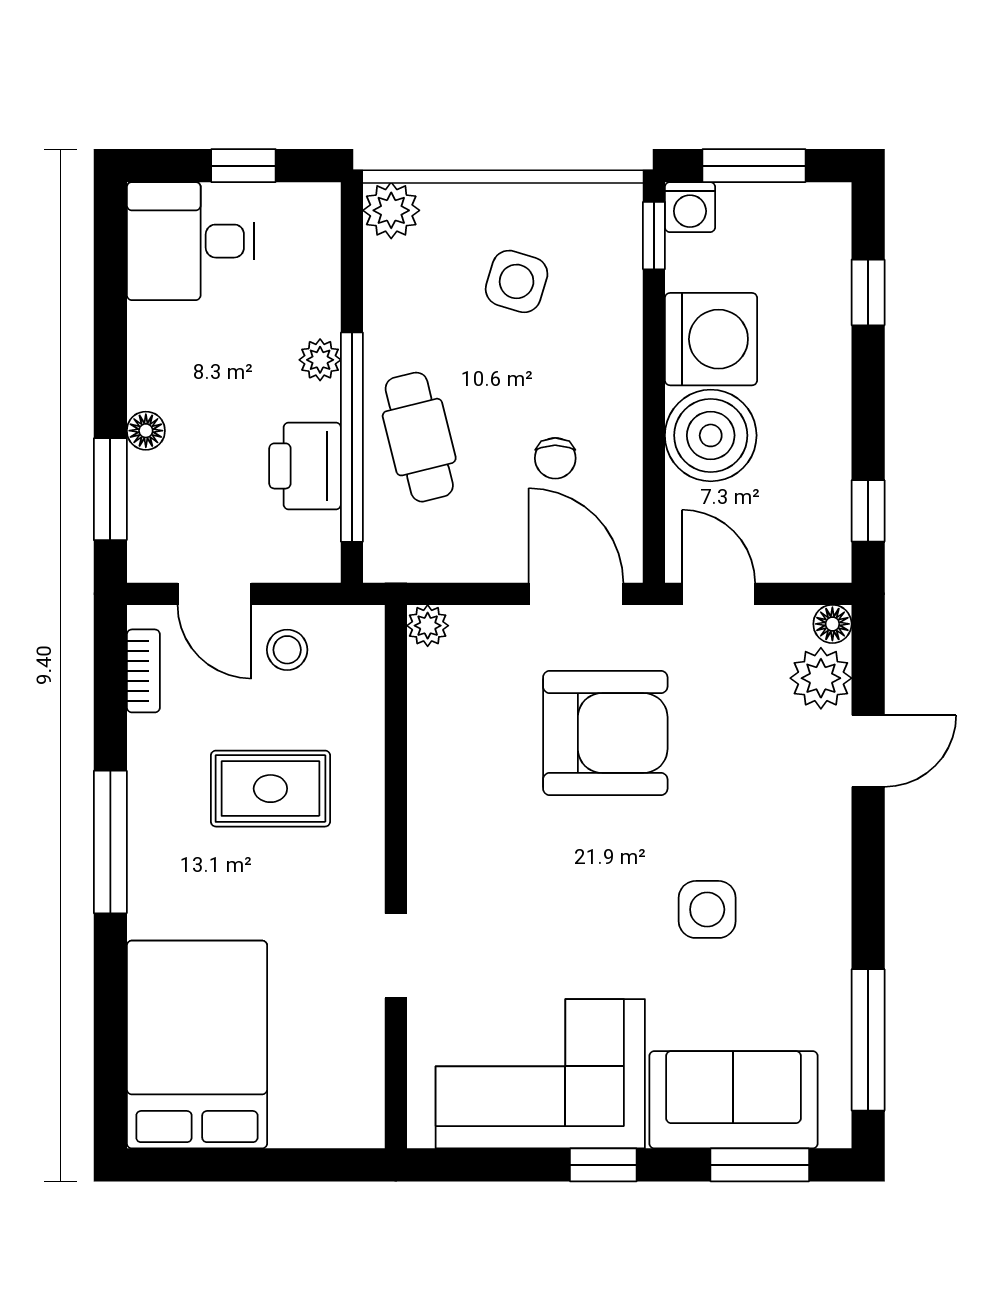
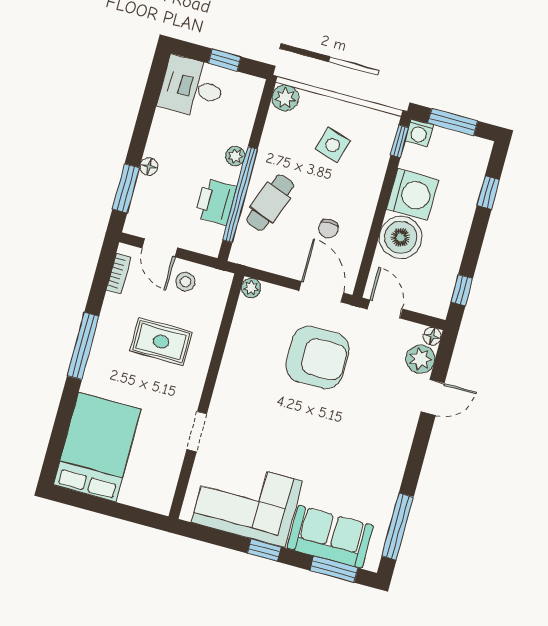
cafe table: (419, 437) -> (270, 203), turned 34
side table: (707, 909) -> (342, 449), removed

